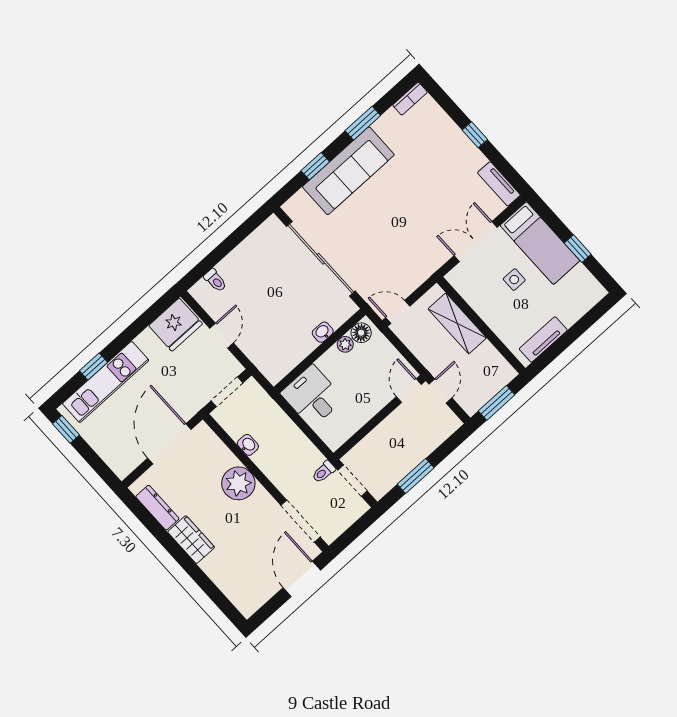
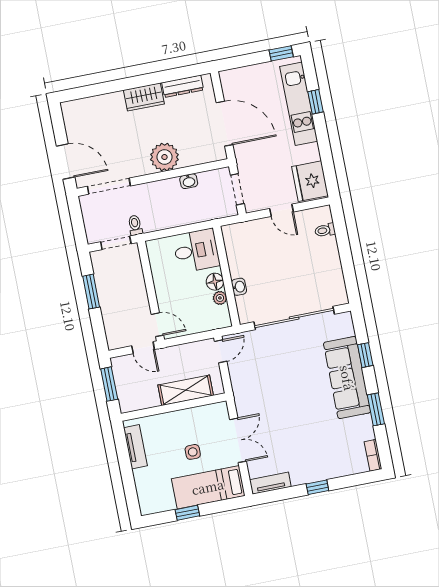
floor lamp: (361, 333) -> (215, 282), moved

